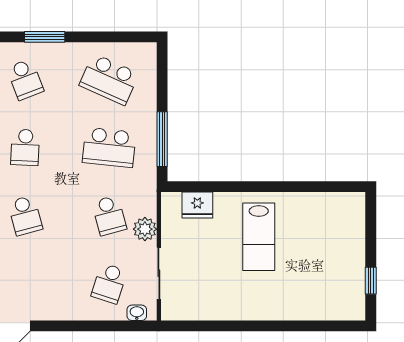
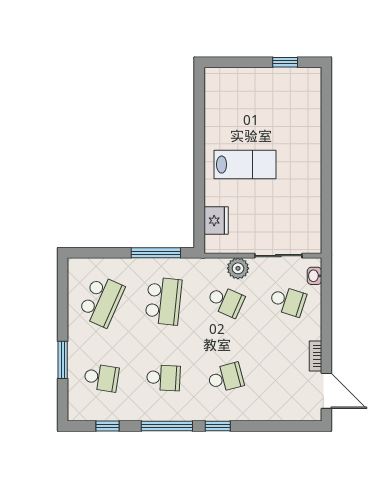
school desk: (25, 79) -> (101, 378), turned 30
school desk: (109, 215) -> (226, 301), turned 39
bookcase: (49, 314) -> (315, 356), added

